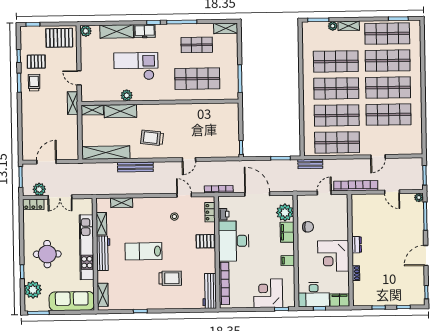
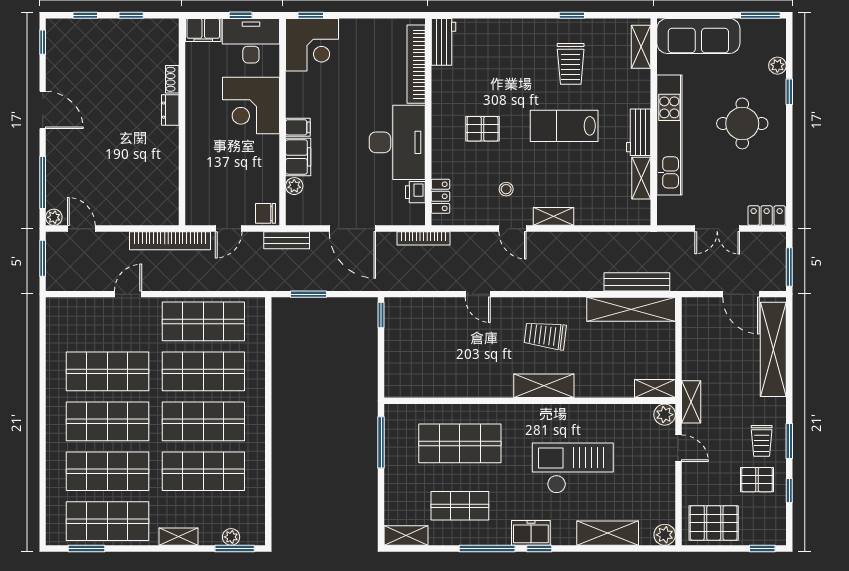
plant: (333, 26) -> (231, 537), moved
freezer: (145, 31) -> (531, 533), moved
checkout: (136, 66) -> (573, 468), turned 180
plant: (127, 95) -> (665, 415), moved
shelving: (120, 111) -> (544, 386), moved
shelving: (29, 132) -> (773, 349), added
trolley: (152, 138) -> (545, 335), turned 180
door: (189, 160) -> (478, 294), swing flipped
door: (46, 162) -> (741, 294), hinge flipped
bench: (310, 164) -> (287, 240), moved
bench: (135, 167) -> (637, 282), moved
plant: (39, 189) -> (755, 243), removed
door: (392, 192) -> (81, 229), moved
door: (184, 195) -> (512, 229), moved
double door: (60, 197) -> (717, 229), swing flipped
shelving: (122, 203) -> (554, 216), moved
plant: (285, 212) -> (294, 186), width x0.53, depth x0.53
chair: (308, 227) -> (266, 213), moved
pallet: (205, 241) -> (483, 129), moved
dresser: (357, 245) -> (170, 110), moved
lab bench: (144, 251) -> (564, 126), turned 180
workbench: (103, 253) -> (639, 132), width x0.73
door: (426, 255) -> (43, 110), hinge flipped
corner desk: (333, 256) -> (251, 106), moved, turned 180
filing cabinet: (288, 261) -> (298, 127), moved
trolley: (170, 278) -> (571, 64), moved, turned -90
plant: (33, 290) -> (777, 66), width x0.53, depth x0.53
workbench: (209, 291) -> (443, 42), width x0.73
corner desk: (268, 293) -> (312, 45), moved

